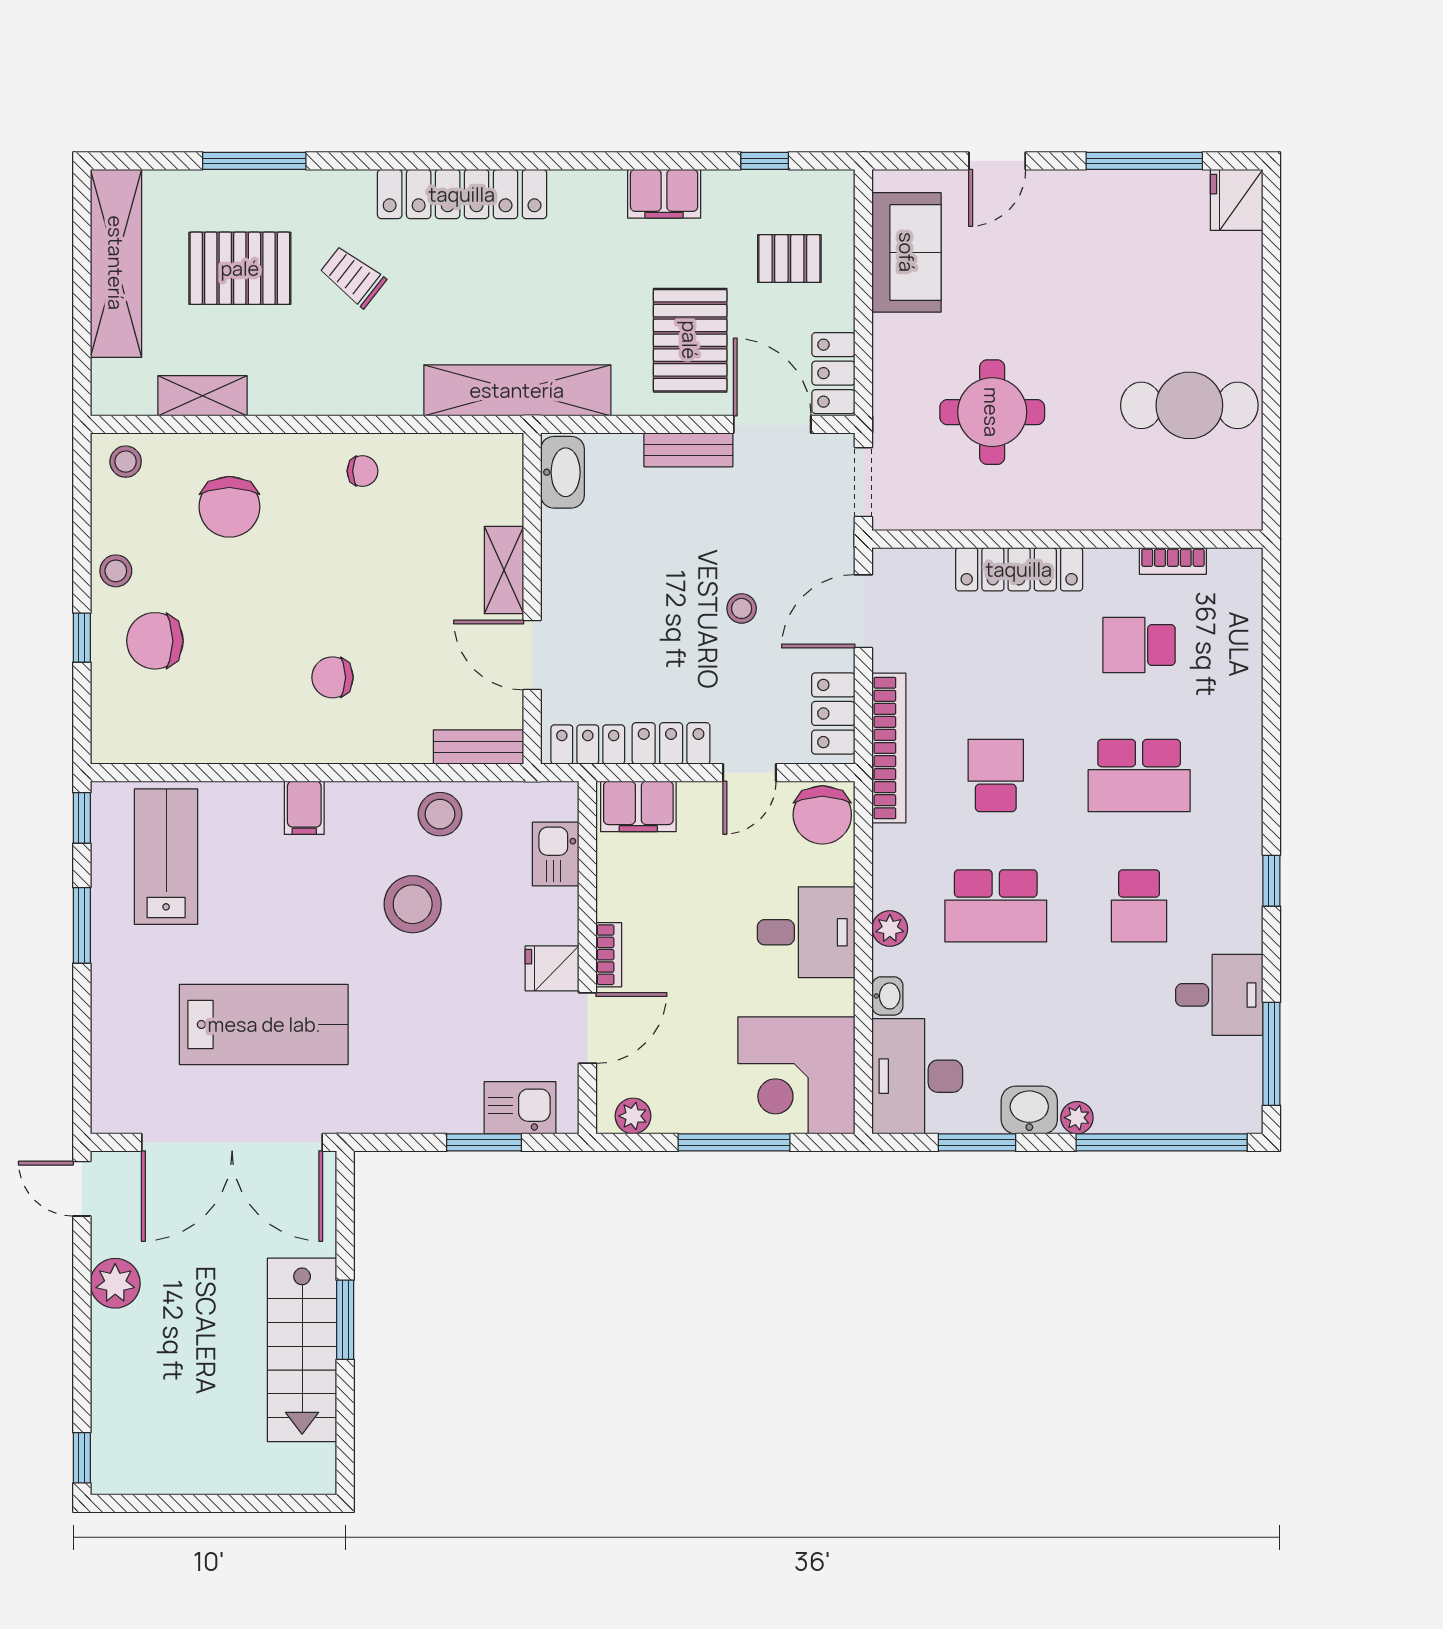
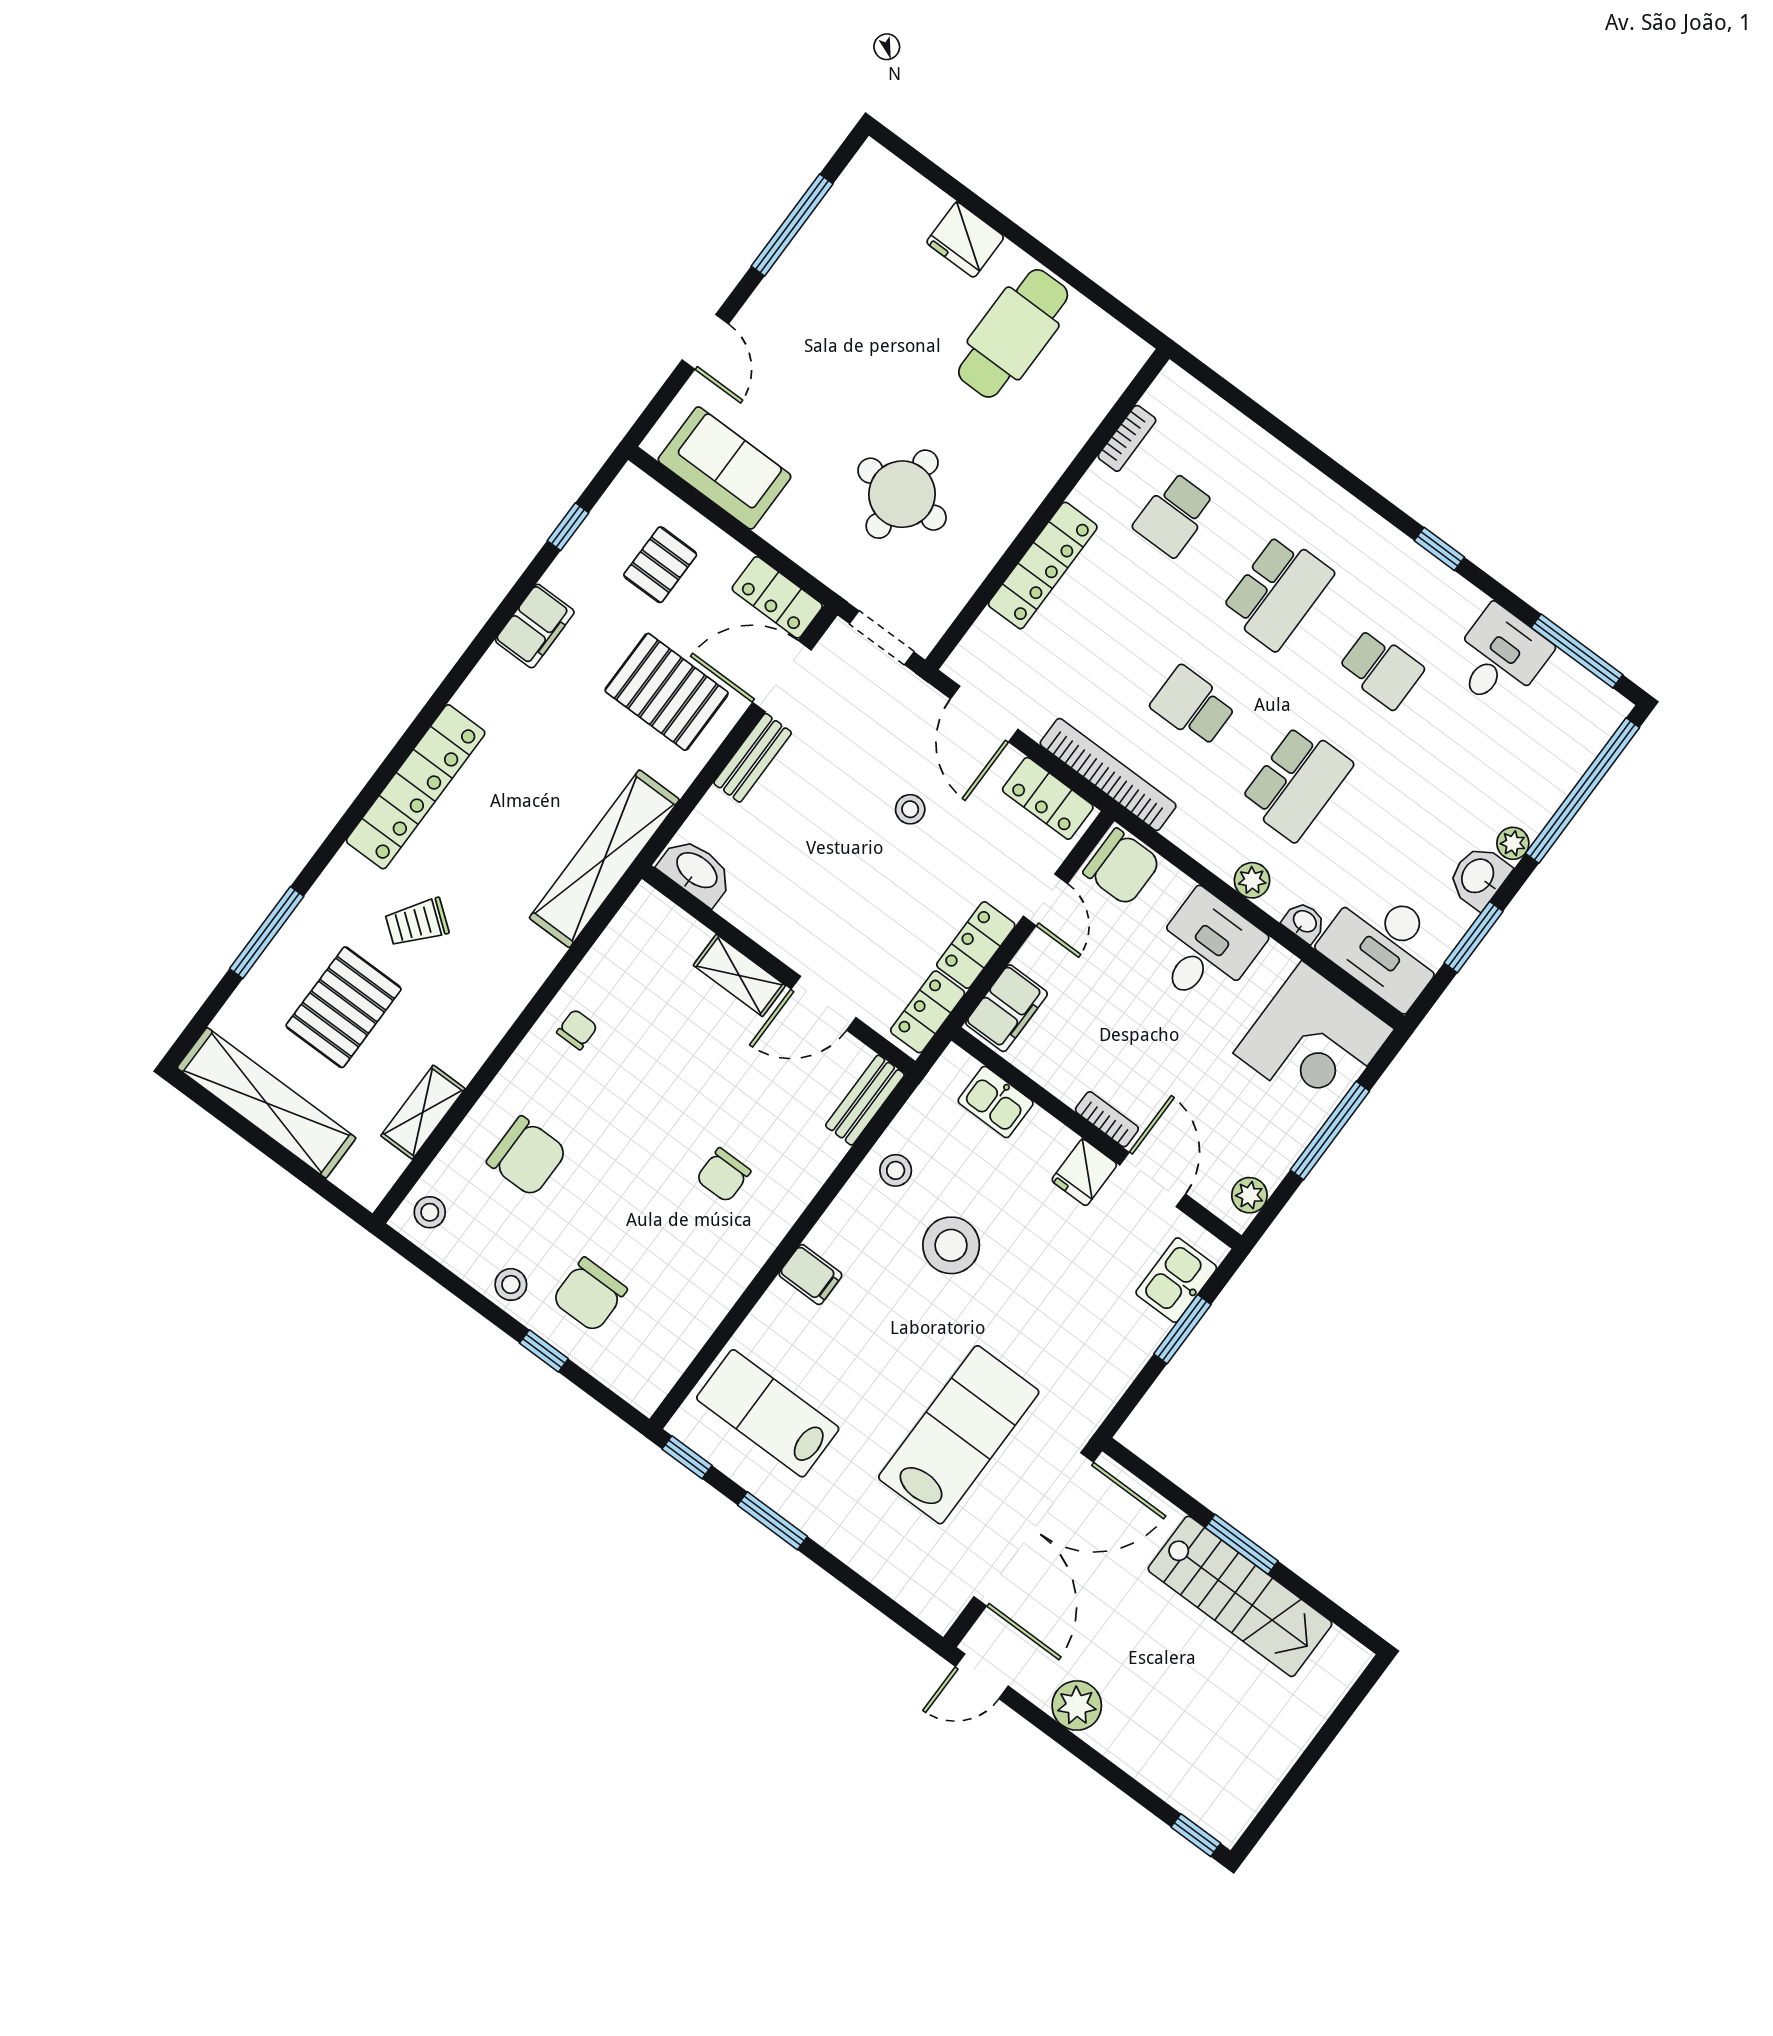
fridge: (1237, 200) -> (965, 240), moved
stool: (440, 814) -> (896, 1170), width x0.73, depth x0.73

